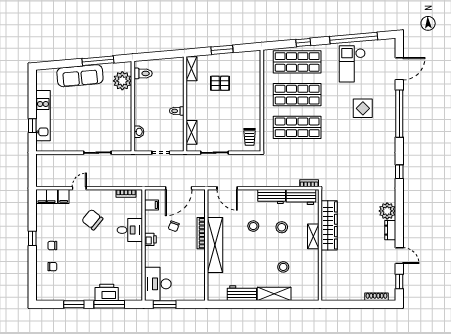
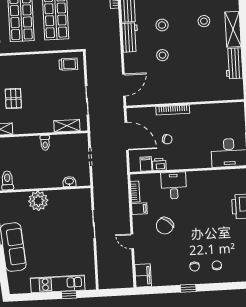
plant: (122, 81) -> (38, 201), moved
filing cabinet: (64, 196) -> (139, 209), moved
printer: (150, 239) -> (159, 164), moved
shelving: (215, 245) -> (185, 95), removed

